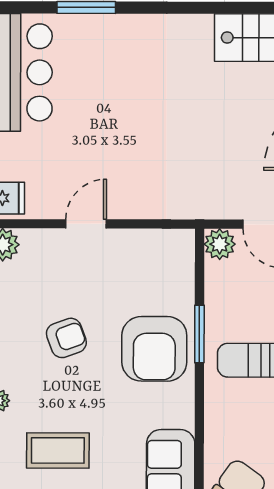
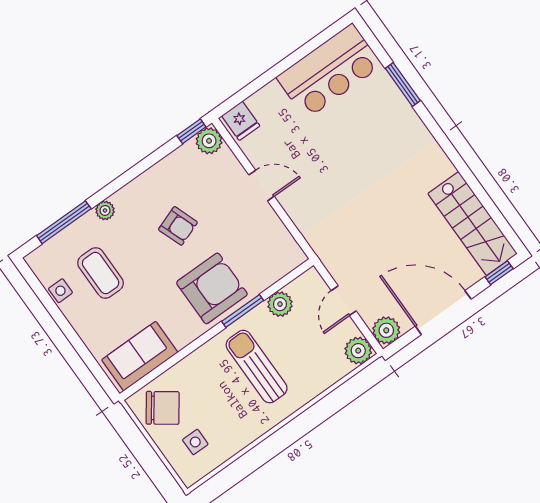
plant: (220, 244) -> (280, 304), moved
armchair: (154, 349) -> (212, 288), turned 180

